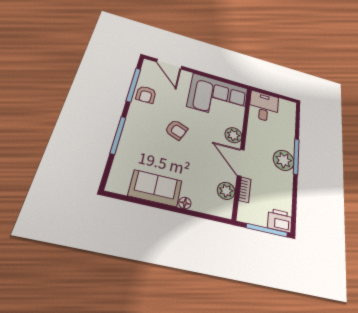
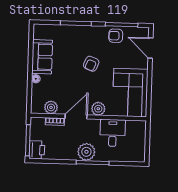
door: (169, 64) -> (150, 48), hinge flipped
desk: (264, 107) -> (113, 133), moved, turned -90

